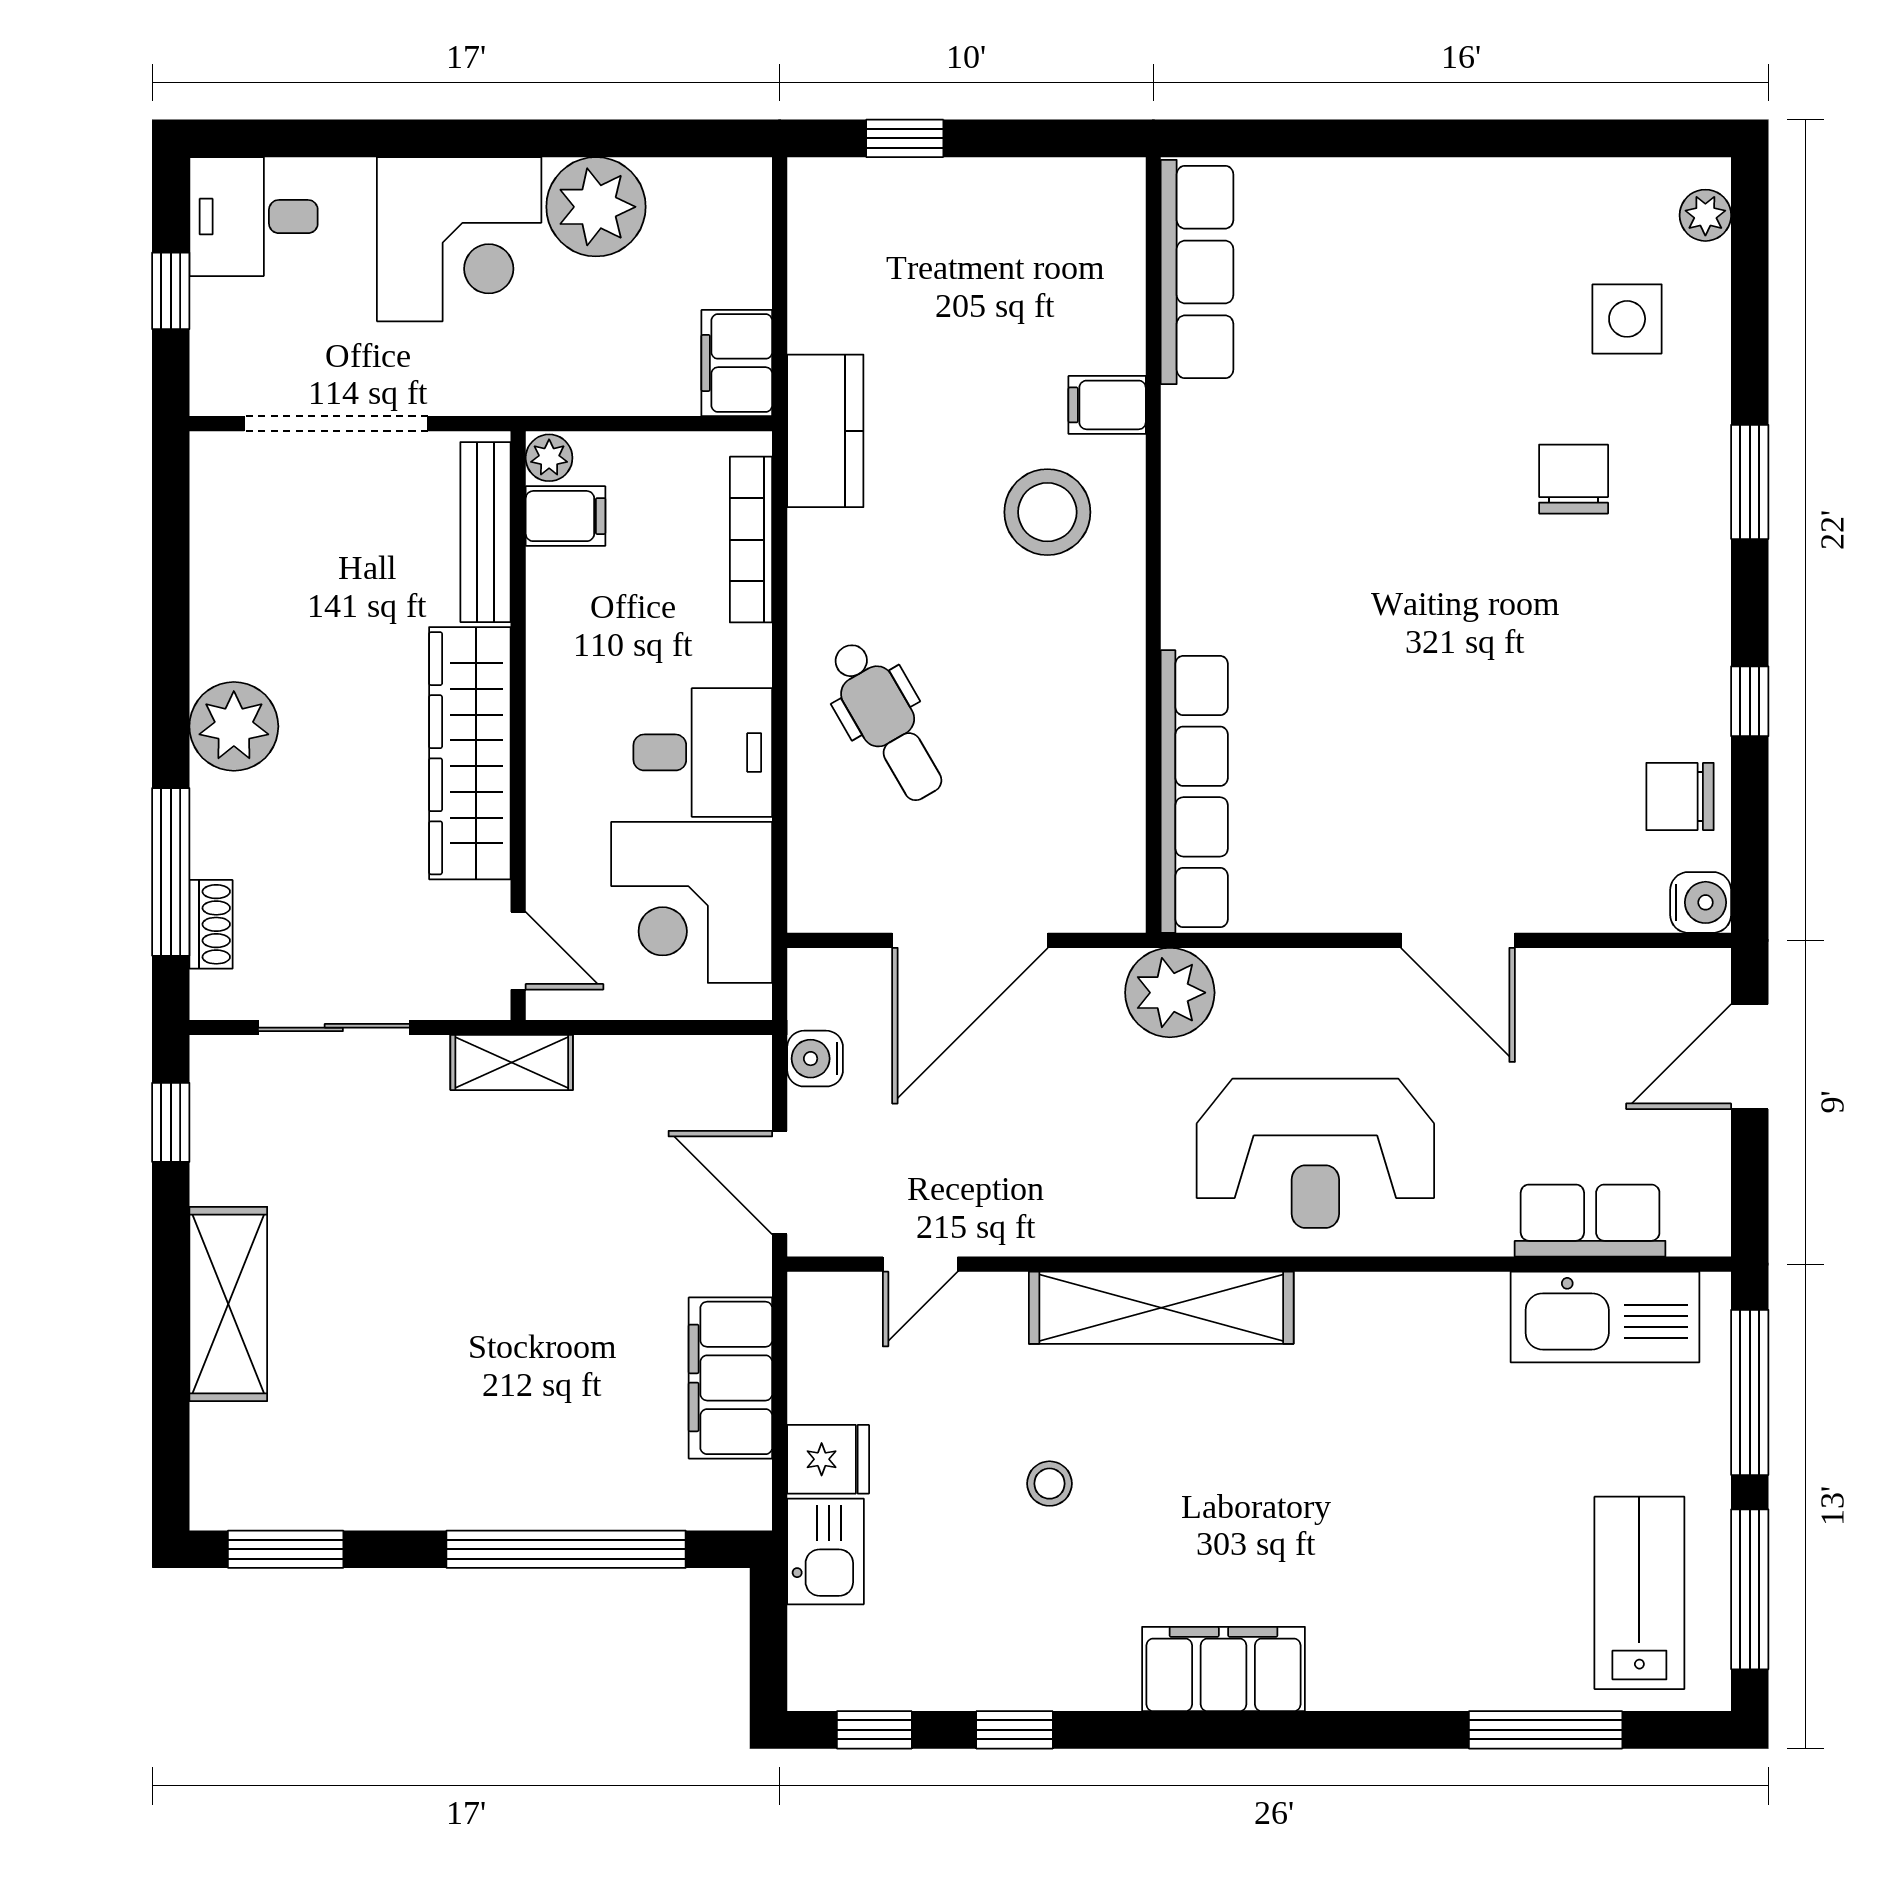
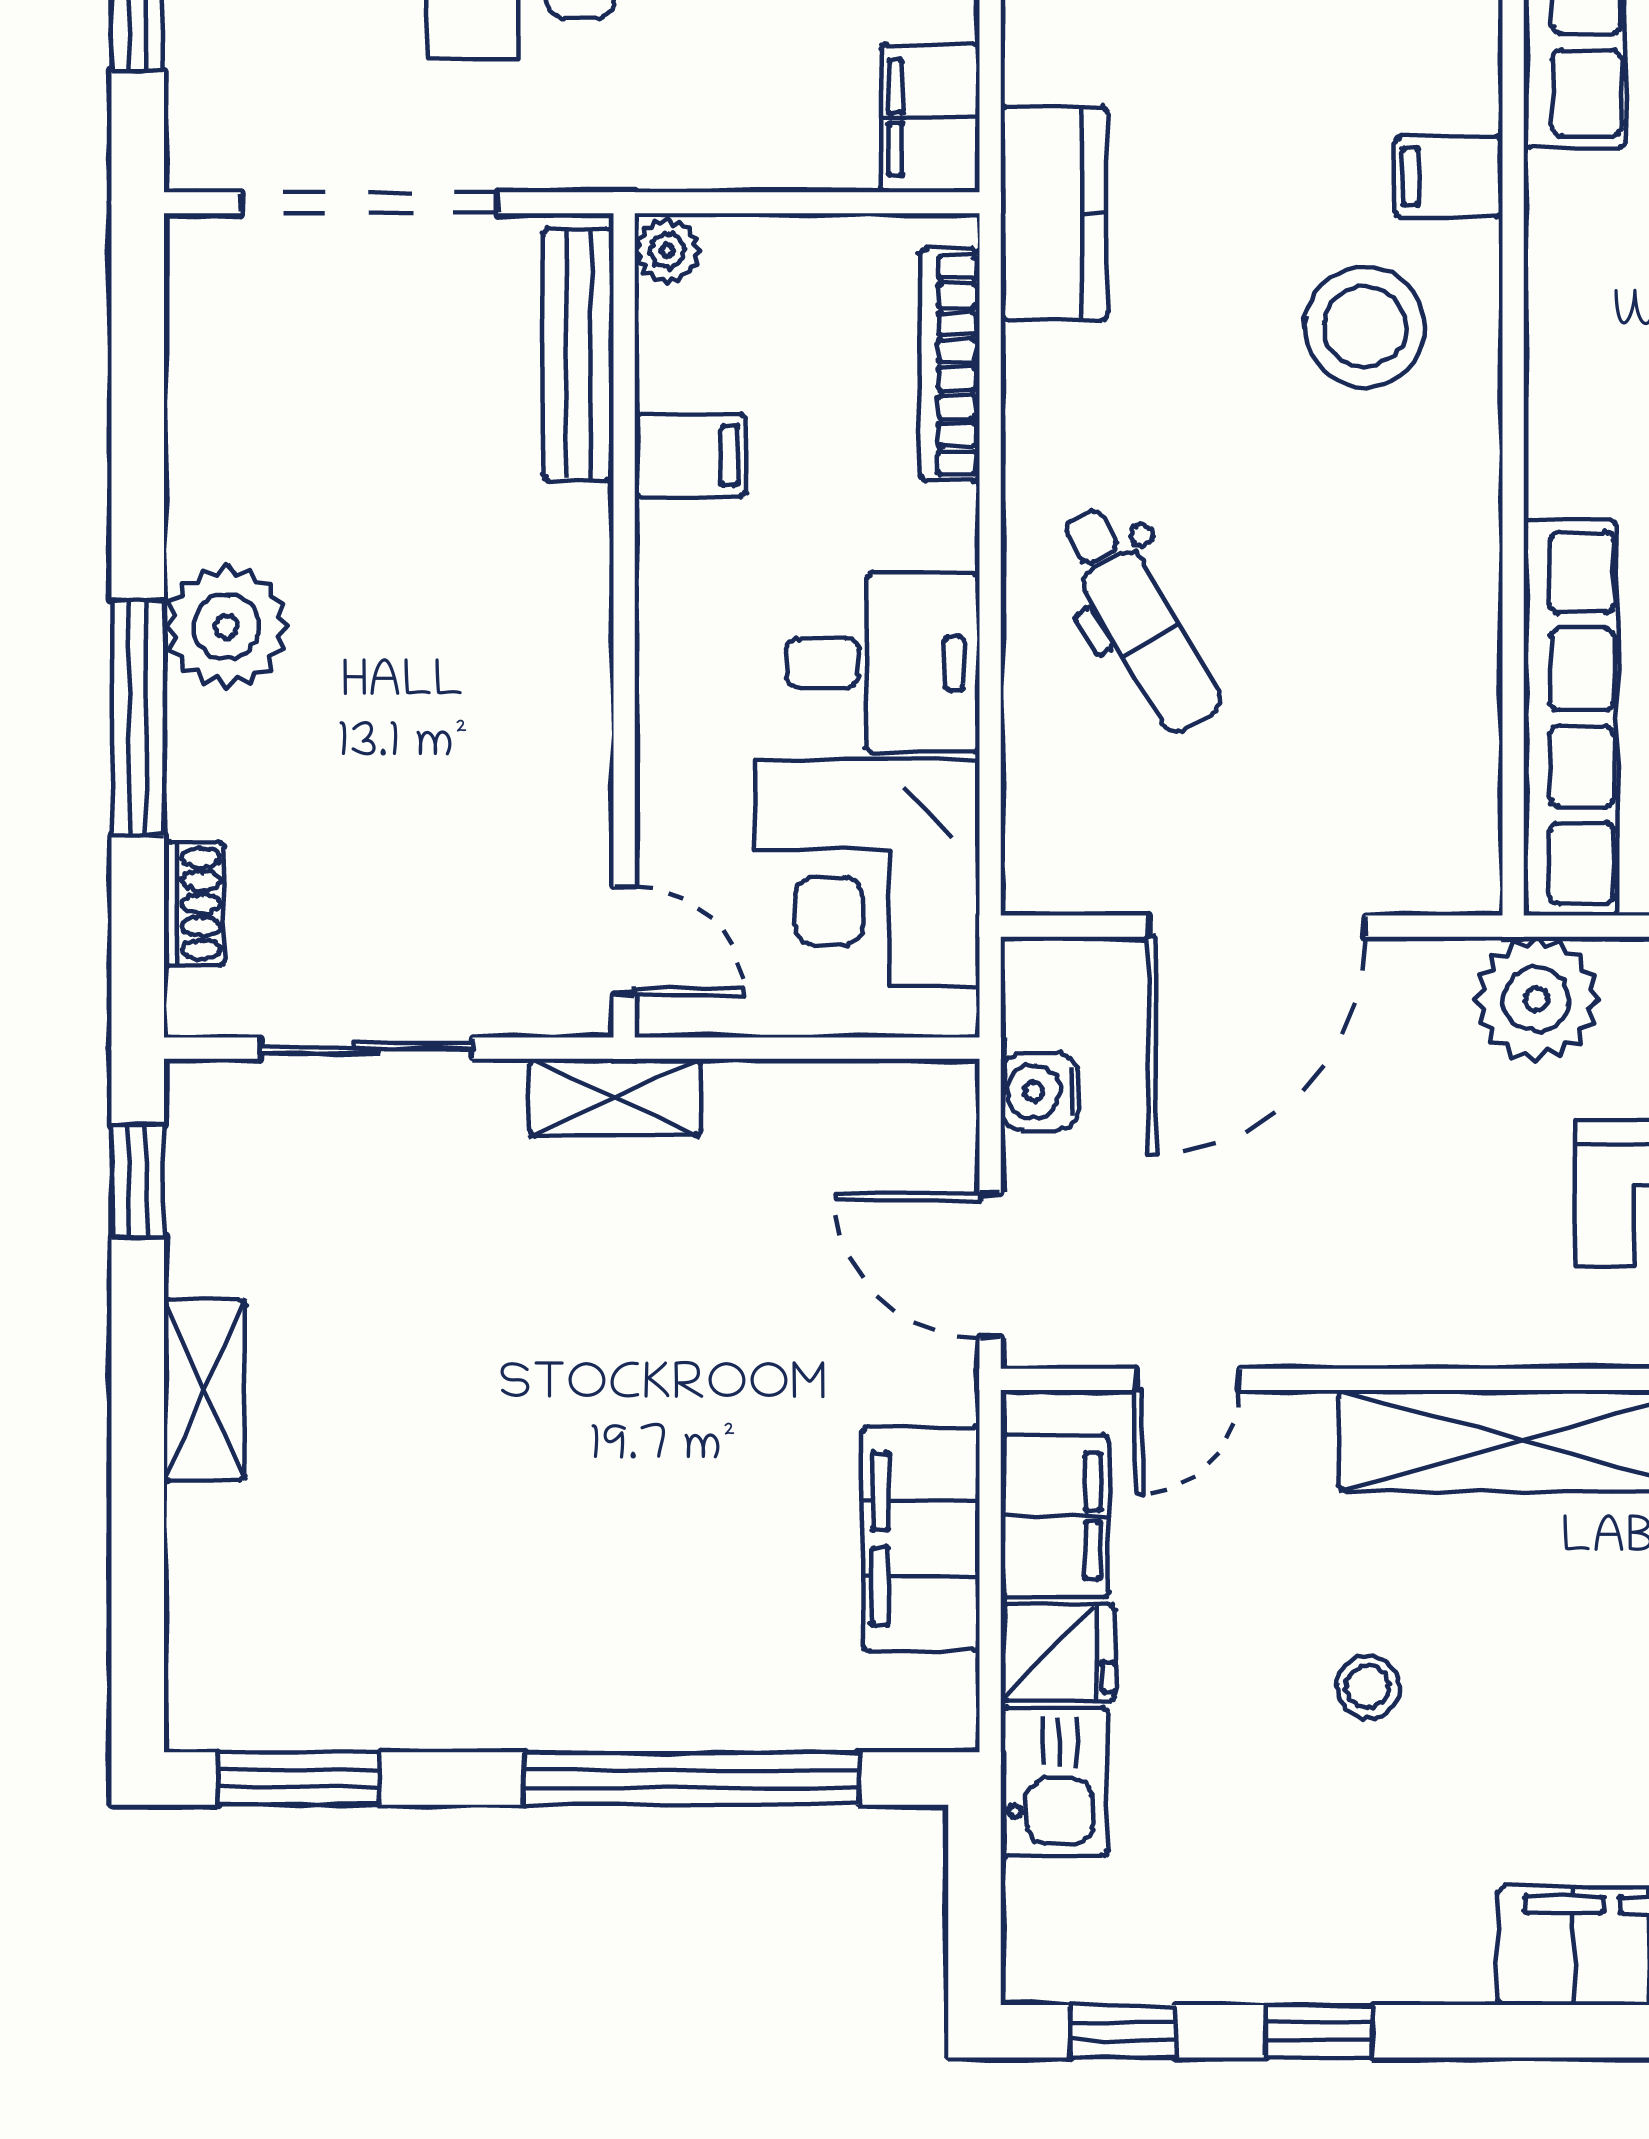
filing cabinet: (566, 516) -> (690, 455), moved
wardrobe: (470, 753) -> (556, 664), removed
window: (171, 872) -> (138, 718), moved
shelving: (228, 1304) -> (205, 1390), width x0.67, depth x0.75
filing cabinet: (826, 1362) -> (1055, 1516), added

